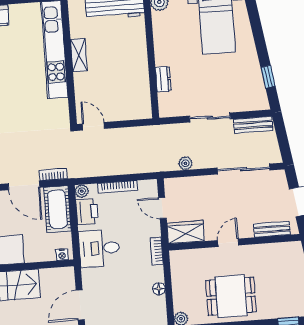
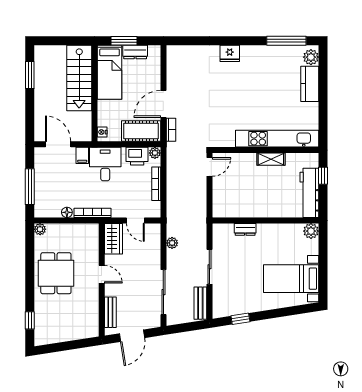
door: (162, 208) -> (135, 220), swing flipped
bookcase: (157, 251) -> (93, 213), width x1.56
filing cabinet: (91, 276) -> (82, 155), added

